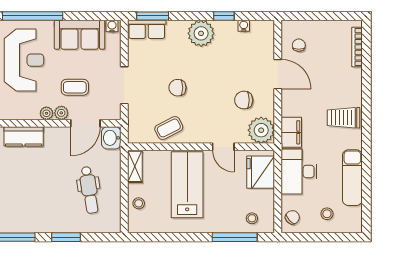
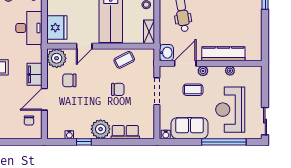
window: (153, 16) -> (136, 142), removed
row of seats: (147, 29) -> (125, 132), moved
door: (278, 74) -> (44, 99), hinge flipped
chair: (244, 100) -> (69, 80), turned 180
plant: (46, 113) -> (230, 71), moved
filing cabinet: (291, 132) -> (35, 74), moved
kitchen counter: (24, 136) -> (223, 54), width x1.50
door: (223, 147) -> (84, 46), swing flipped

